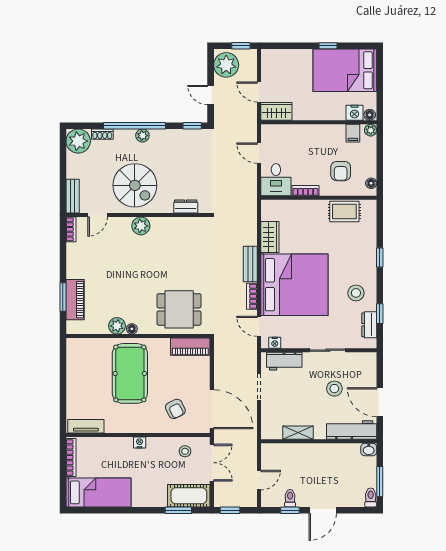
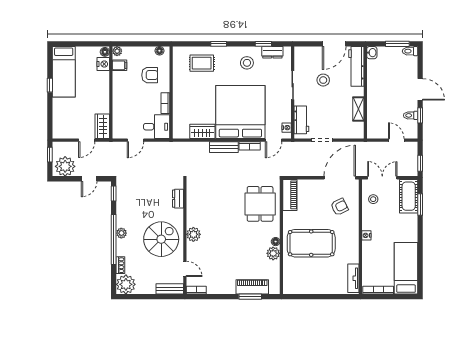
bed: (345, 70) -> (64, 72), width x0.67
rug: (344, 212) -> (202, 63), moved, turned 90

